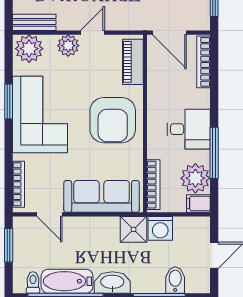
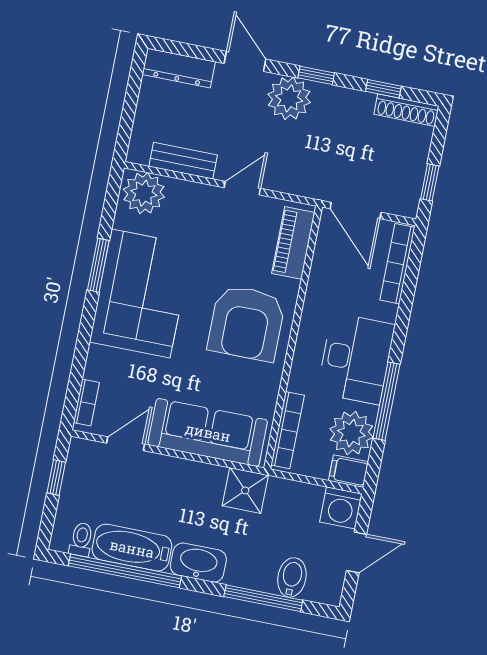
bench: (34, 22) -> (183, 161), moved
plant: (68, 46) -> (203, 200), removed
desk: (189, 129) -> (356, 359), width x1.37
bookcase: (19, 184) -> (86, 403), width x0.64
door: (49, 214) -> (126, 444), swing flipped
washing machine: (160, 228) -> (341, 508), moved
window: (9, 245) -> (56, 477), width x0.67

